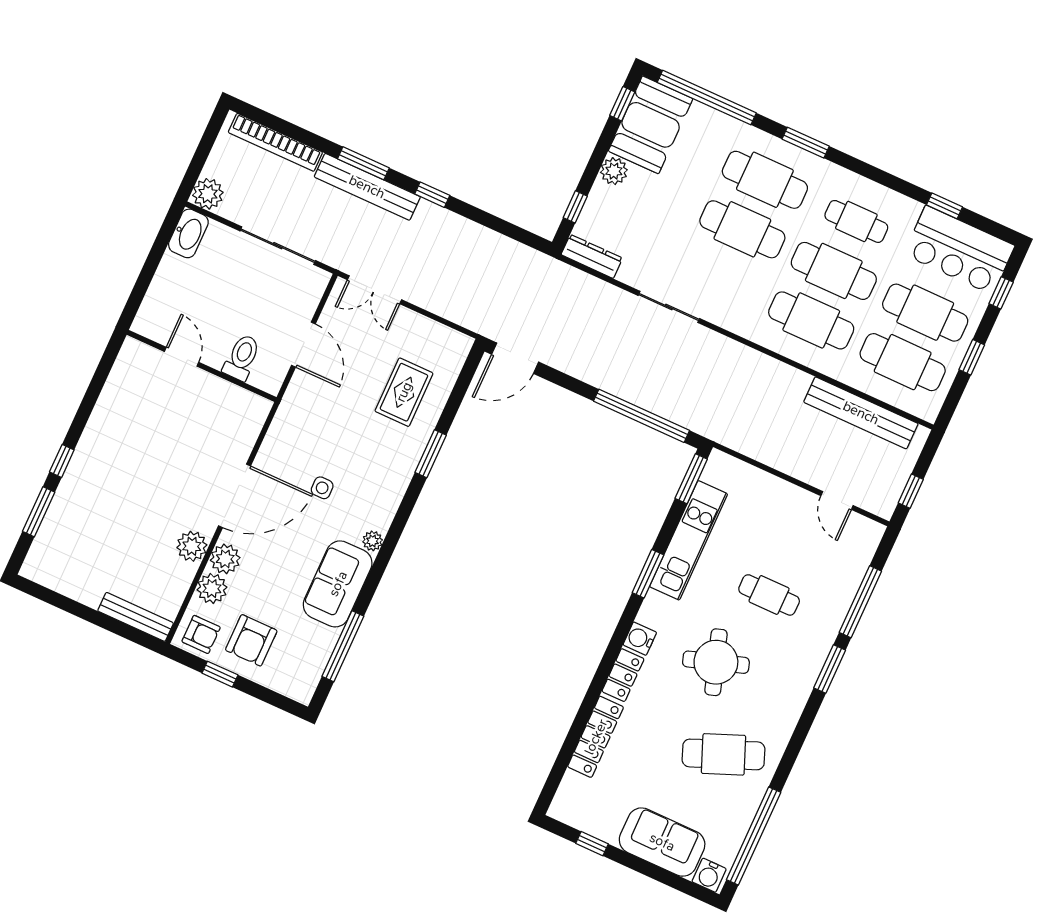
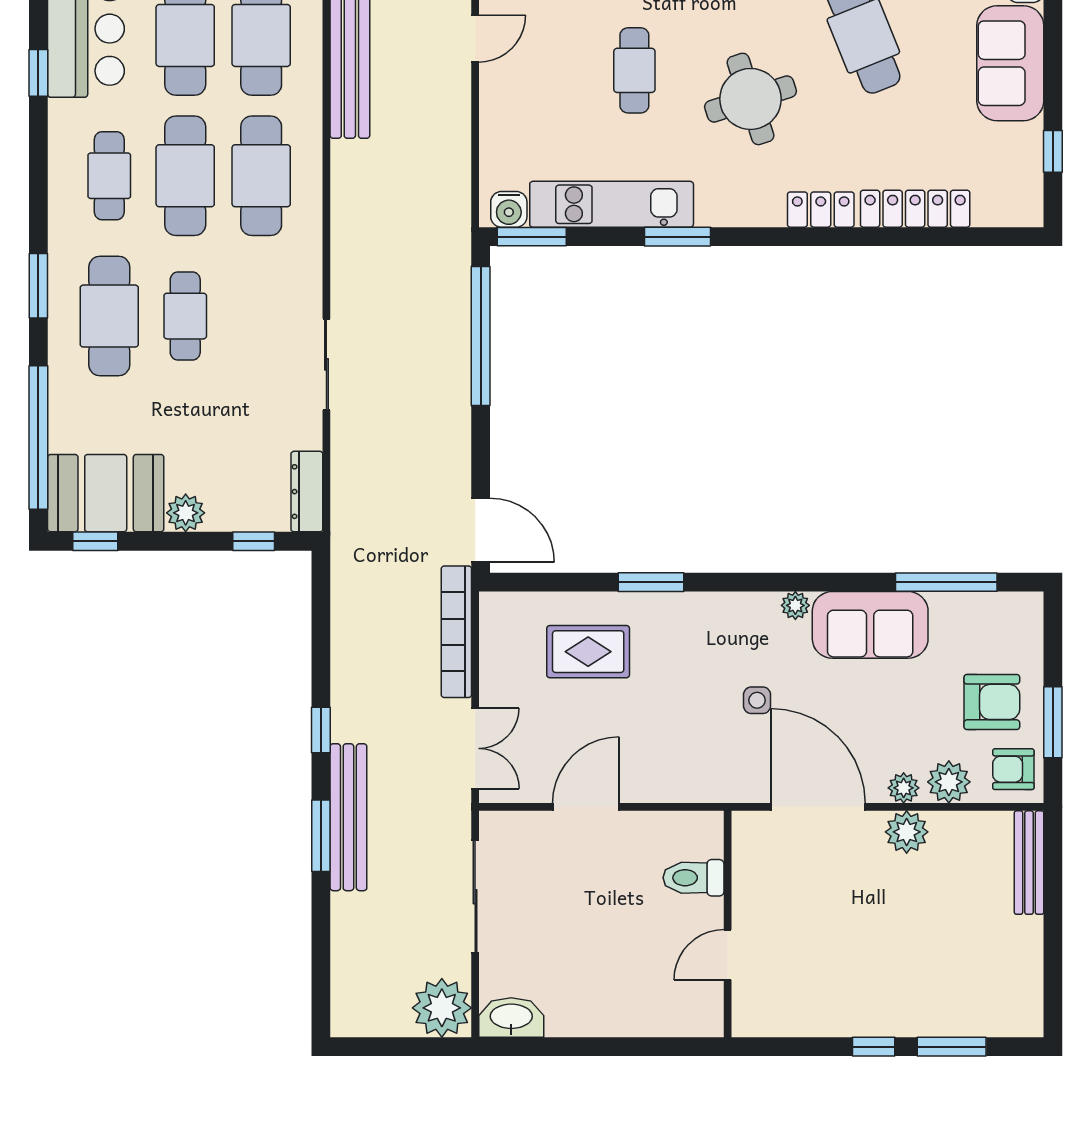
bookcase: (275, 142) -> (456, 632), moved, turned 180
plant: (208, 194) -> (442, 1008), width x1.36, depth x1.36
cafe table: (742, 229) -> (185, 316), width x0.73, depth x0.74
door: (182, 357) -> (728, 955), moved
toilet: (242, 357) -> (694, 878), moved
wall: (202, 366) -> (728, 924), moved
plant: (225, 559) -> (904, 788), width x0.73, depth x0.73
armchair: (201, 634) -> (1013, 769), turned -90
water cooler: (640, 639) -> (509, 209), moved
window: (220, 674) -> (1053, 722), width x1.50

